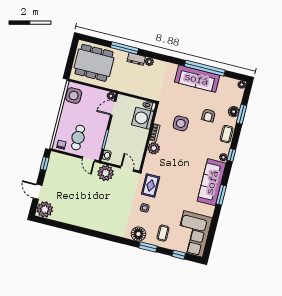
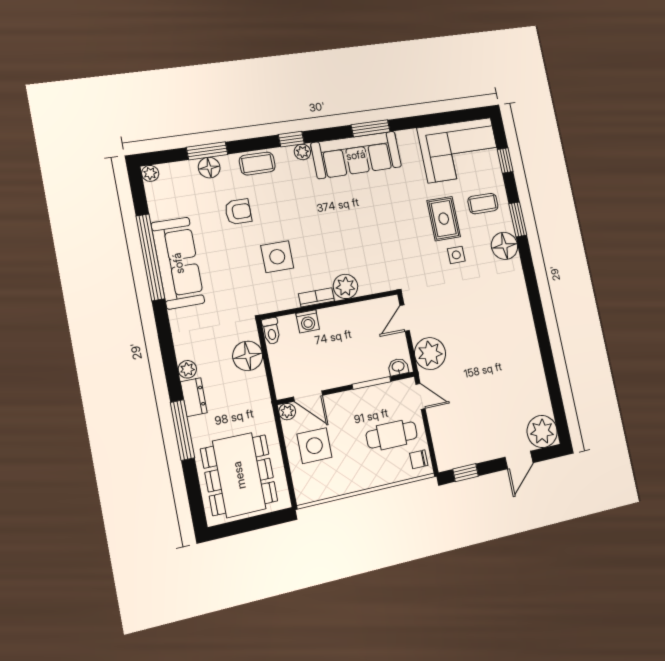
floor lamp: (143, 90) -> (248, 356), added
side table: (74, 96) -> (314, 446), moved
washing machine: (143, 118) -> (308, 321), width x0.53, depth x0.53
door: (89, 159) -> (421, 396), hinge flipped
rug: (151, 185) -> (444, 219), moved, turned 90

